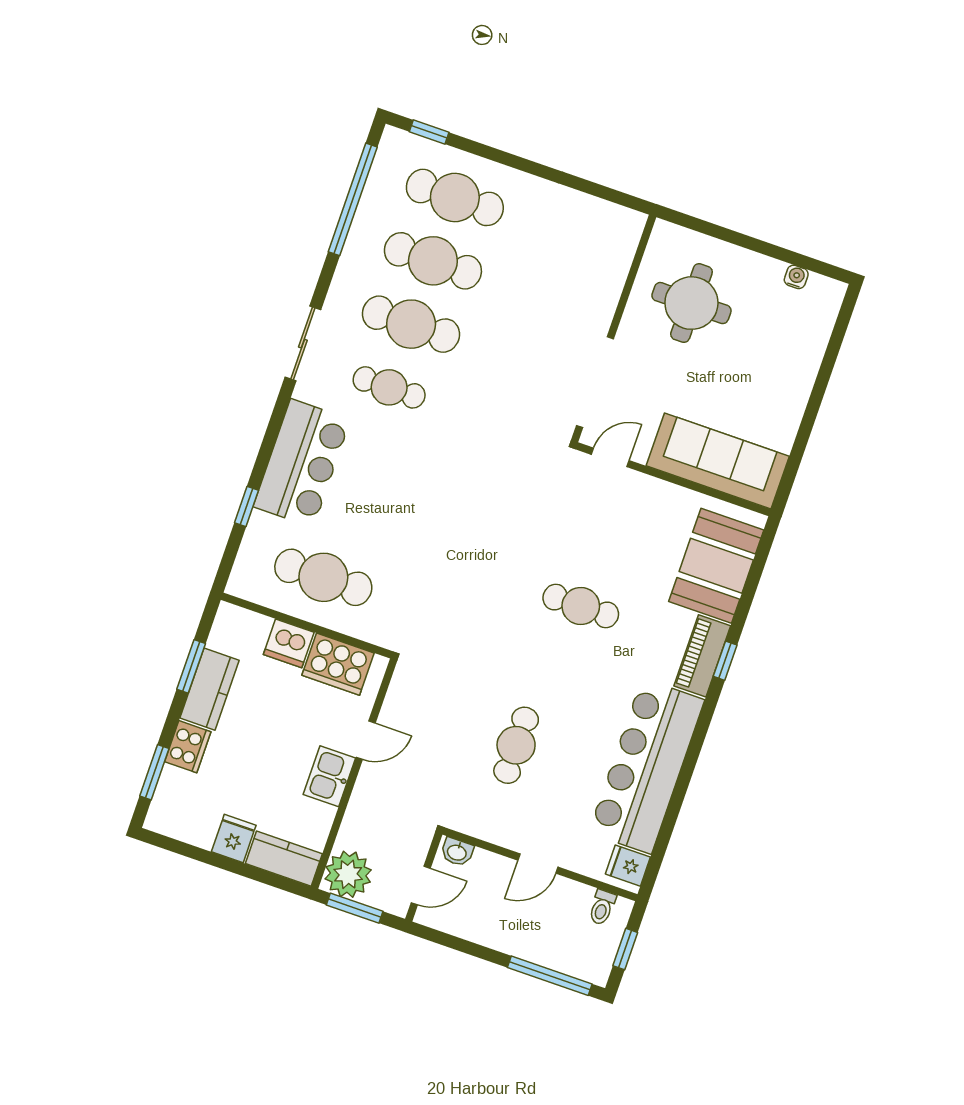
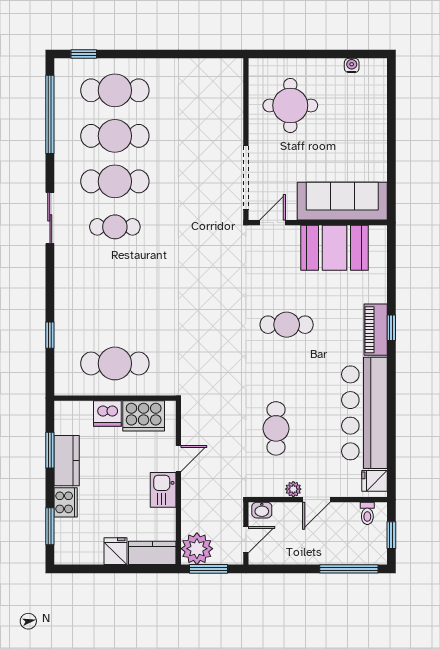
bar counter: (302, 463) -> (76, 295), removed
booth: (716, 566) -> (334, 248), moved, turned 90
plant: (511, 838) -> (293, 489), added

